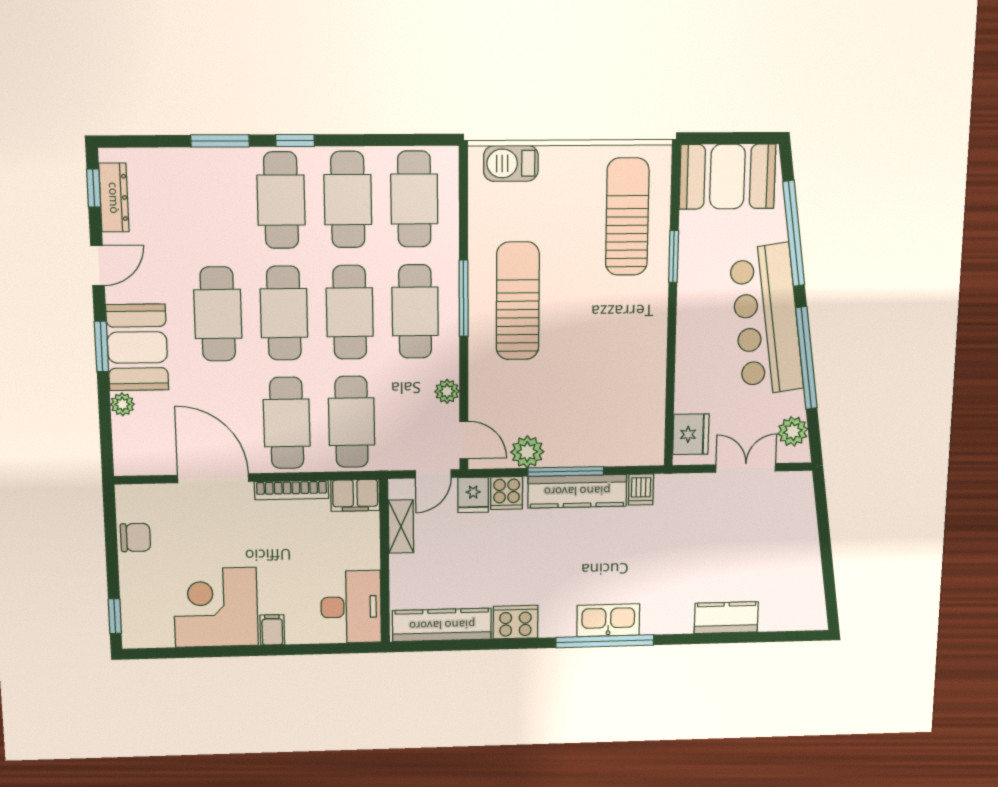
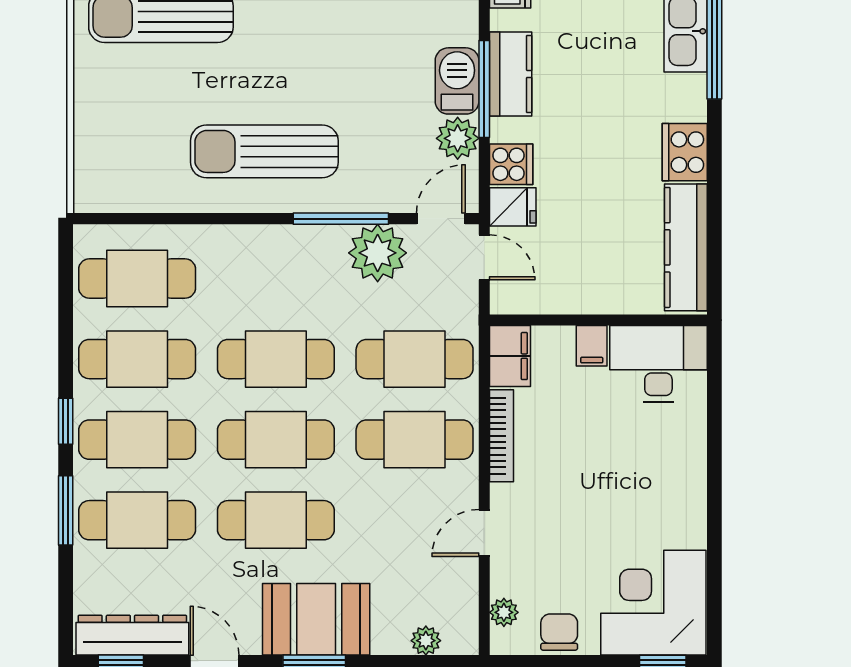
barbecue: (511, 163) -> (457, 81), moved, turned 180
dresser: (114, 198) -> (132, 635), width x1.37, depth x1.24
window: (464, 298) -> (341, 219), moved
cafe table: (415, 311) -> (137, 520), moved
plant: (447, 391) -> (378, 253), width x1.87, depth x1.87
plant: (122, 404) -> (426, 641), moved
door: (213, 478) -> (484, 533), width x0.53
kitchen counter: (577, 491) -> (511, 74), width x0.67
plant: (150, 495) -> (504, 612), added
shelving: (401, 526) -> (552, 299), removed
corner desk: (216, 607) -> (653, 603), moved, turned 90
filing cabinet: (272, 630) -> (592, 346), moved, turned -90

